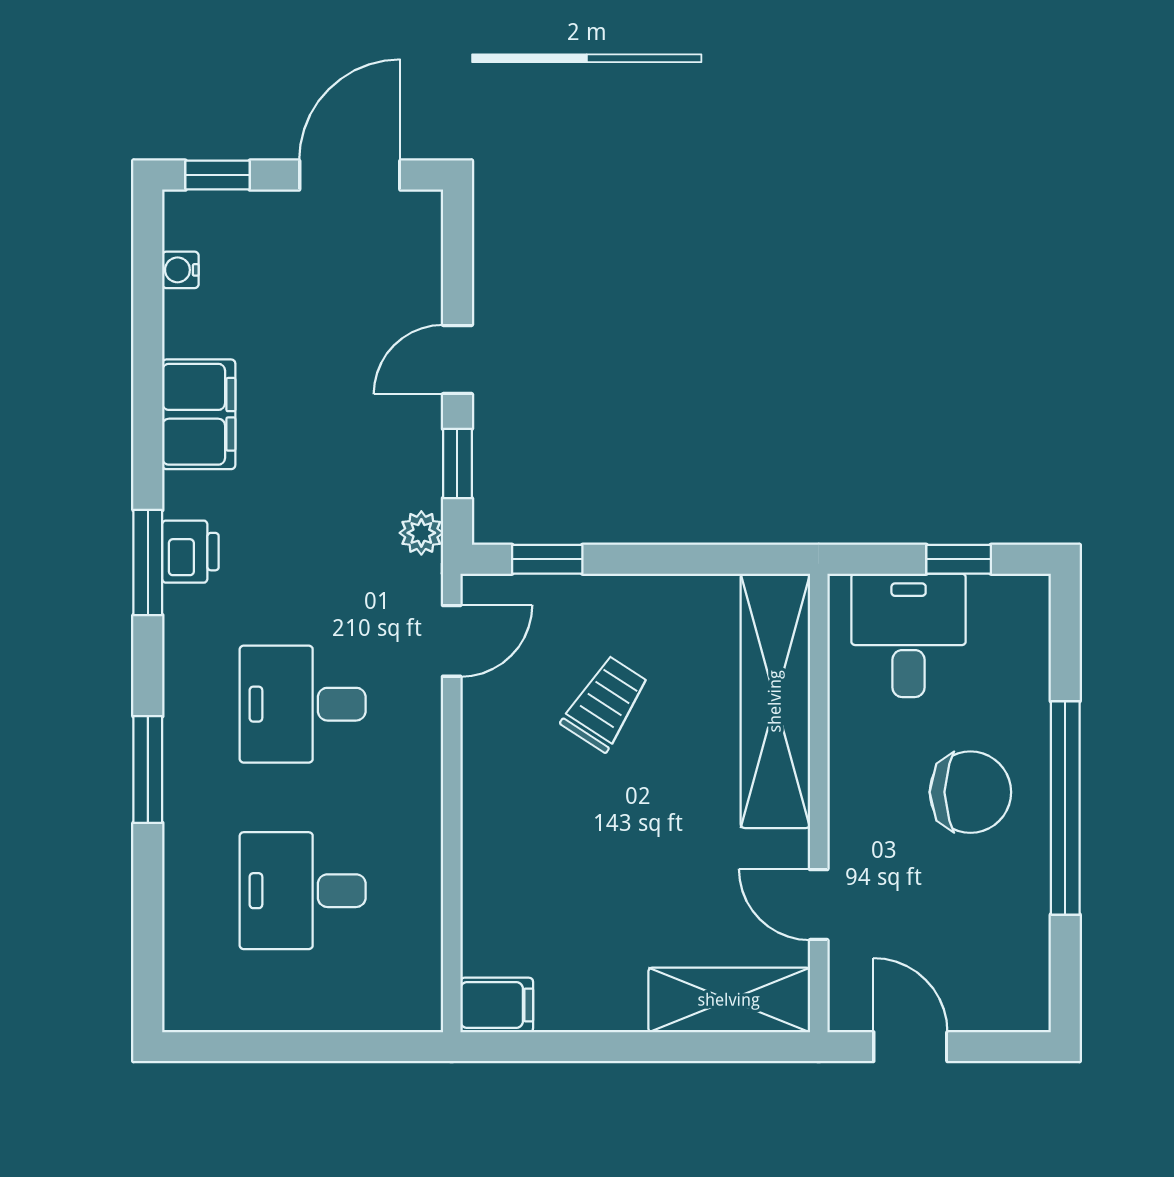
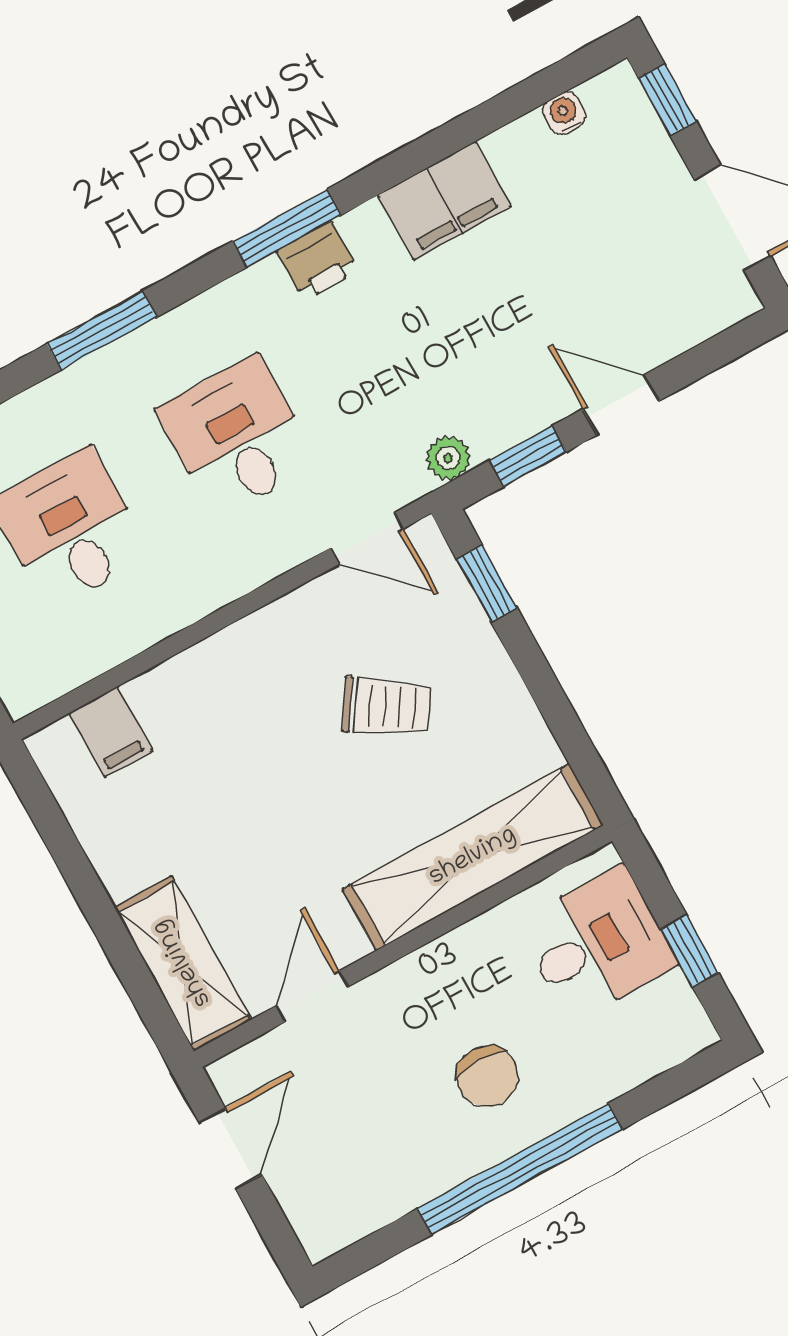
chair: (970, 792) -> (487, 1076), width x0.73, depth x0.73
filing cabinet: (497, 1005) -> (111, 732), moved

